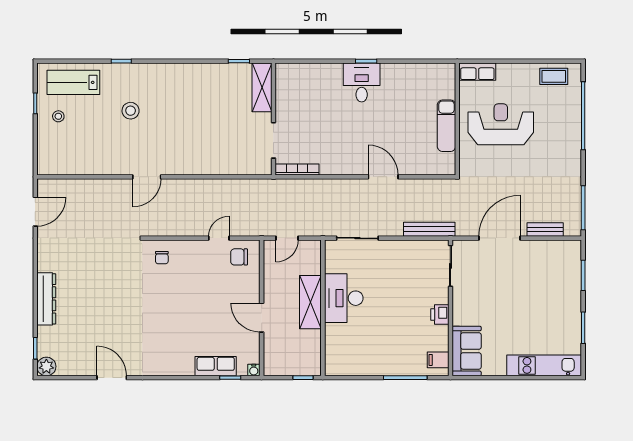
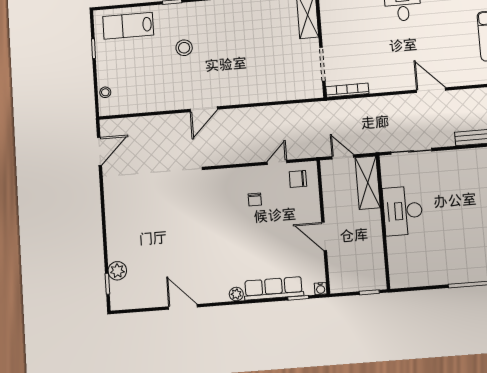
stool: (58, 116) -> (105, 92), moved
door: (287, 238) -> (343, 157), swing flipped
chair: (162, 258) -> (255, 199), moved
dresser: (46, 299) -> (115, 235), removed
shelving: (310, 302) -> (368, 183), moved
plant: (46, 366) -> (117, 271), moved
row of seats: (216, 366) -> (274, 288), width x1.48
plant: (167, 369) -> (236, 294), added

